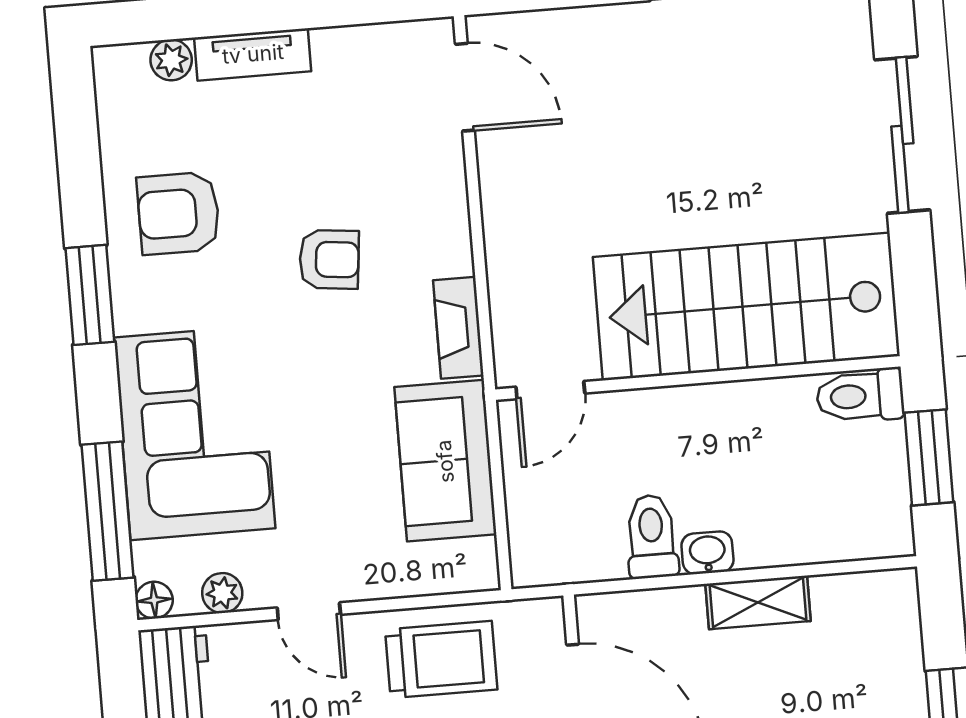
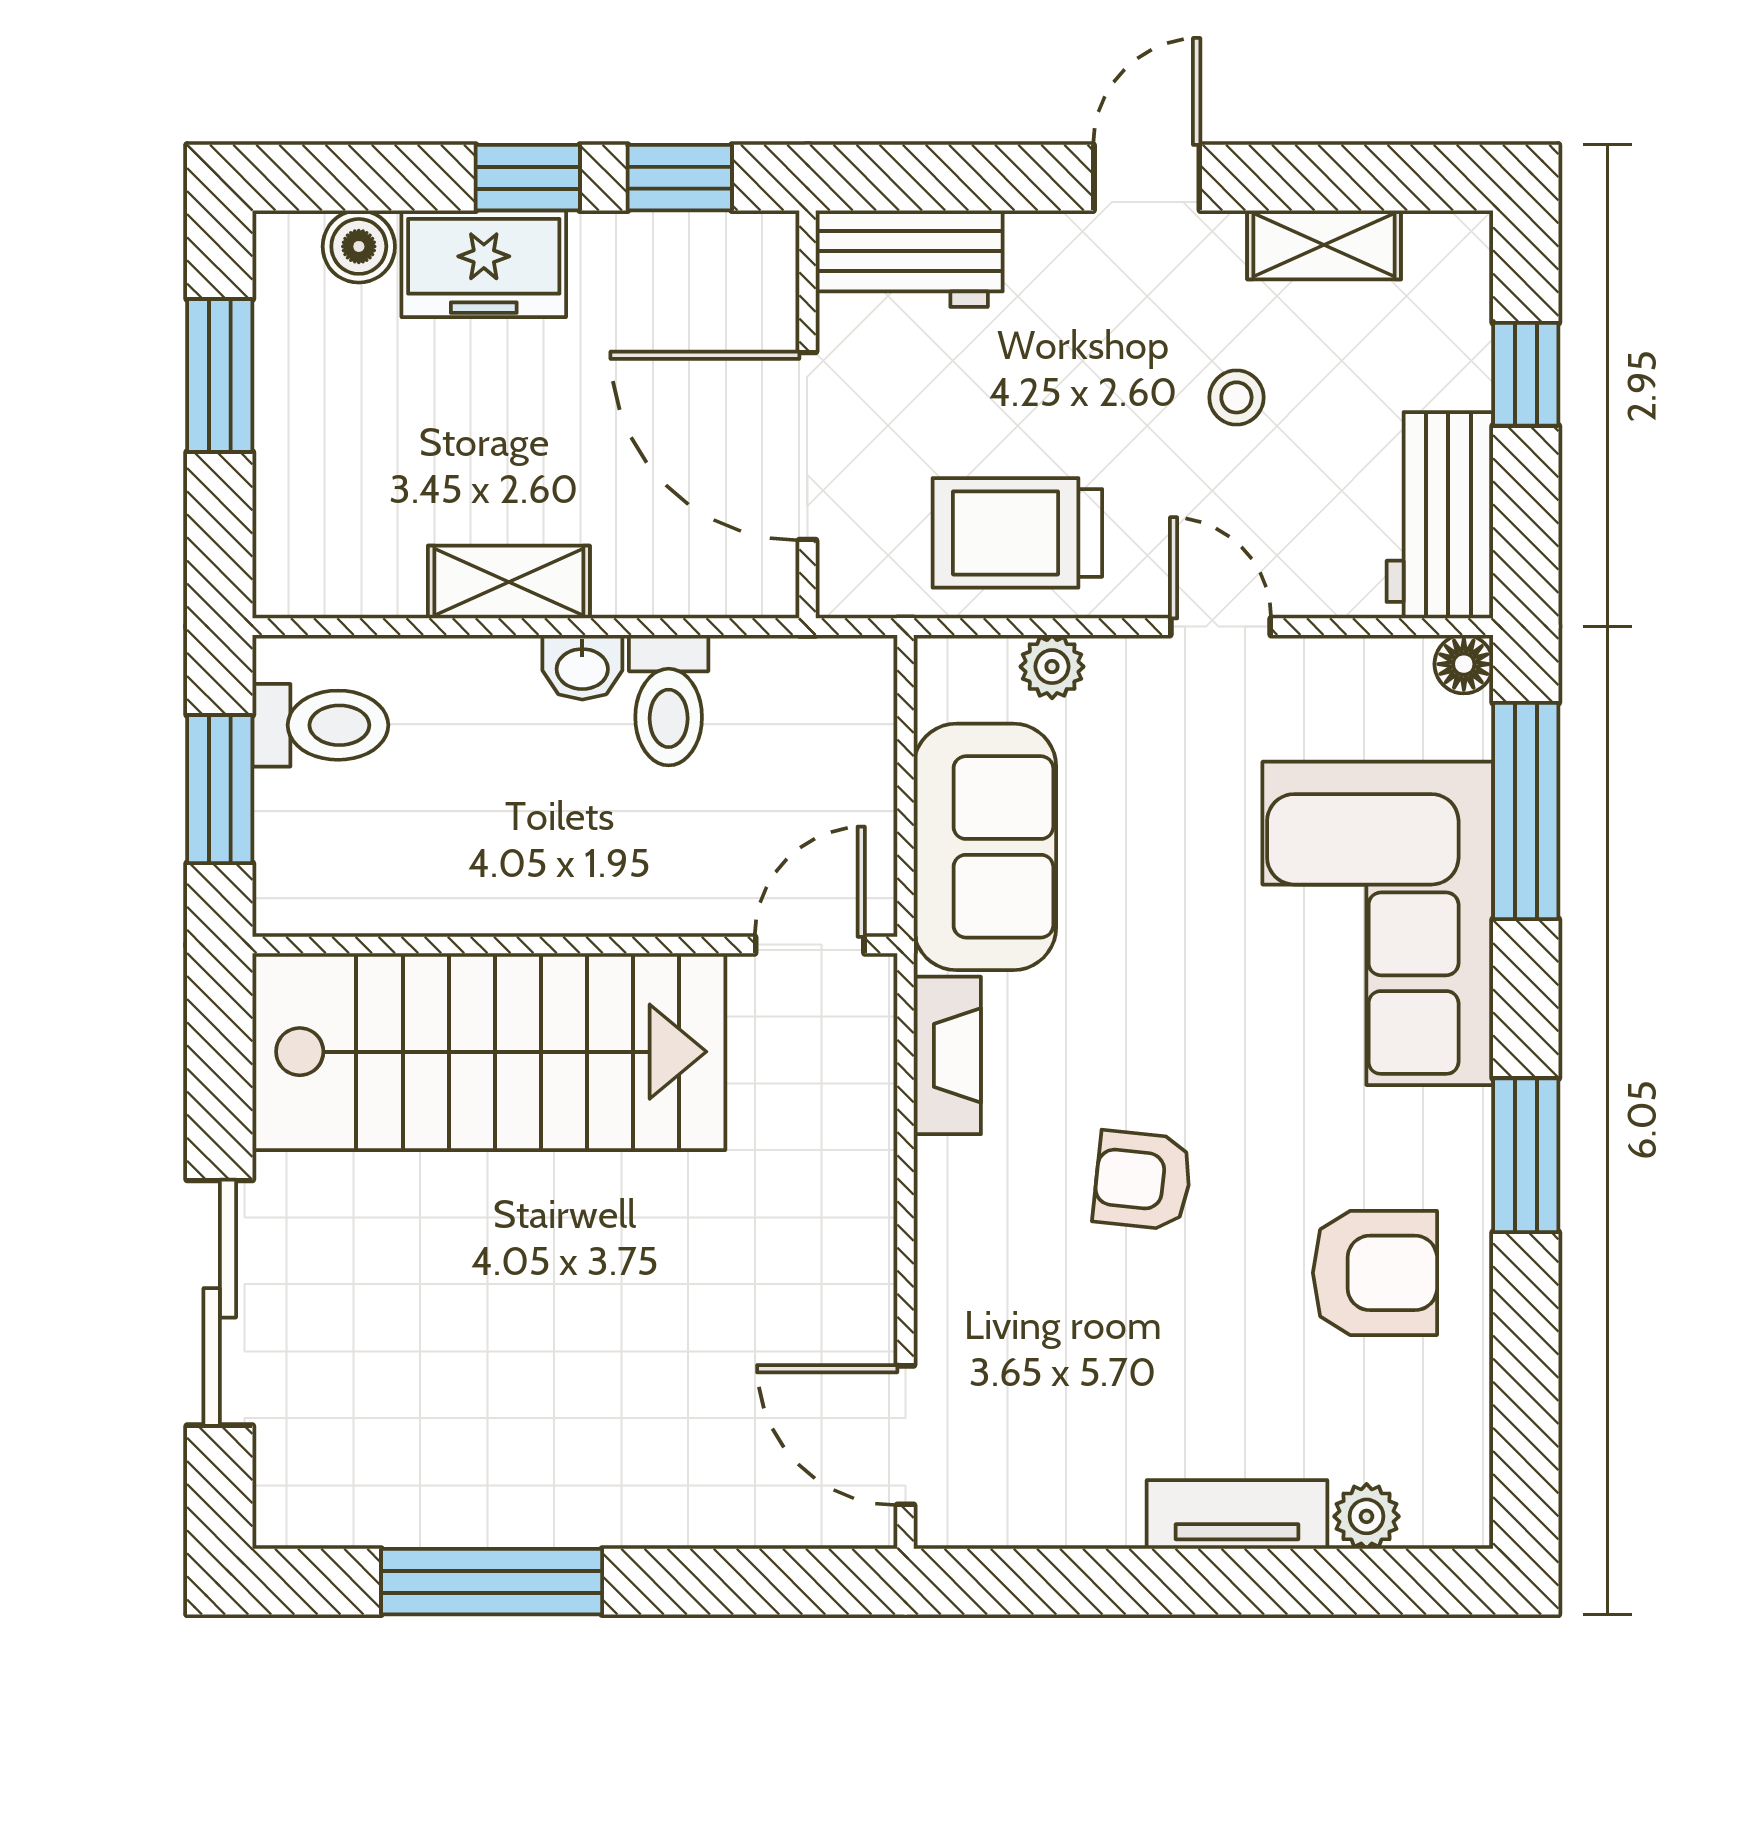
toilet: (860, 396) -> (320, 725), moved
plant: (222, 593) -> (1052, 667), moved

